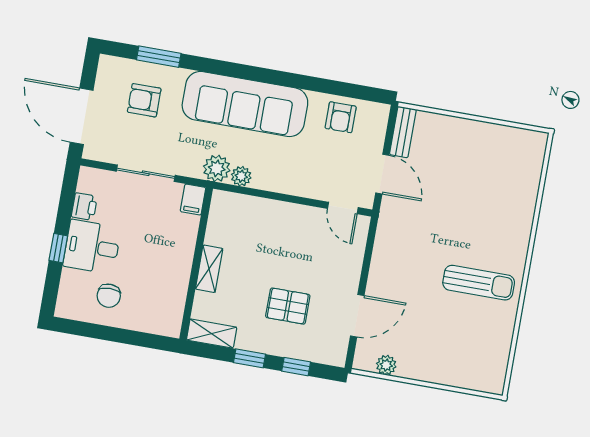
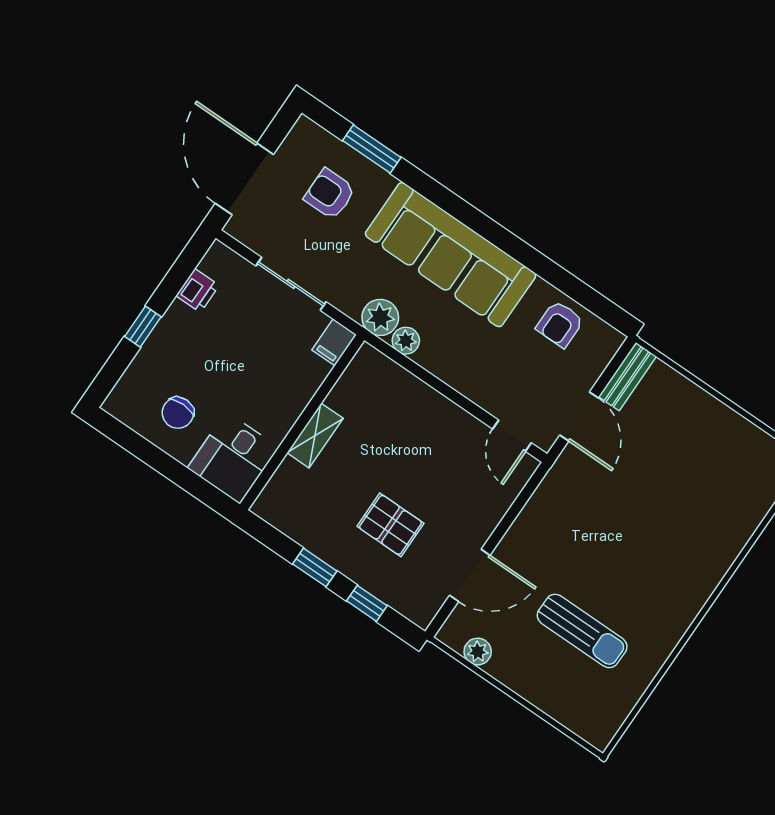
desk: (92, 247) -> (233, 458), moved, turned -90
sun lounger: (479, 283) -> (582, 631), moved
shelving: (212, 334) -> (282, 516), removed

